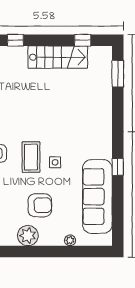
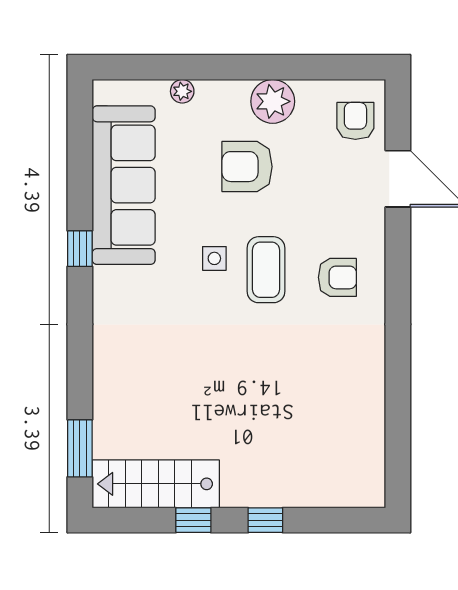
window: (15, 40) -> (265, 520), moved
window: (83, 40) -> (193, 520), moved
stairs: (58, 57) -> (156, 484), moved

